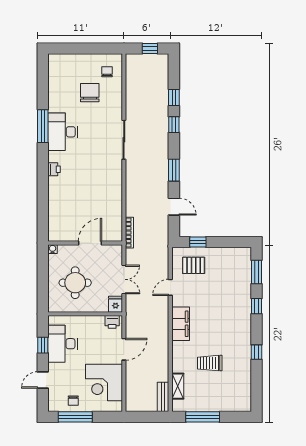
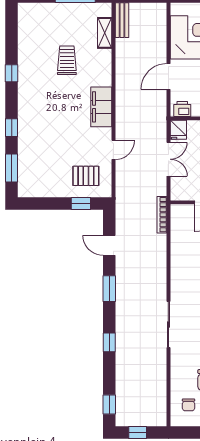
window: (174, 98) -> (109, 404), moved
double door: (124, 279) -> (168, 159), swing flipped
trolley: (210, 363) -> (67, 60), turned -90

